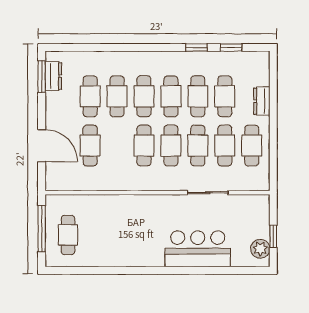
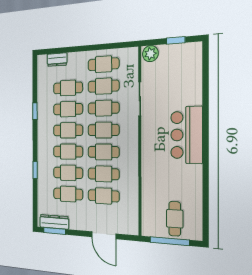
window: (231, 47) -> (35, 170), moved
dresser: (53, 76) -> (54, 222), width x1.44
dresser: (262, 101) -> (57, 60), moved
door: (42, 146) -> (104, 235), swing flipped
cafe table: (117, 146) -> (104, 174), added
cafe table: (68, 235) -> (175, 219), turned 90
bar counter: (198, 249) -> (187, 135), moved
plant: (260, 249) -> (150, 54), moved

